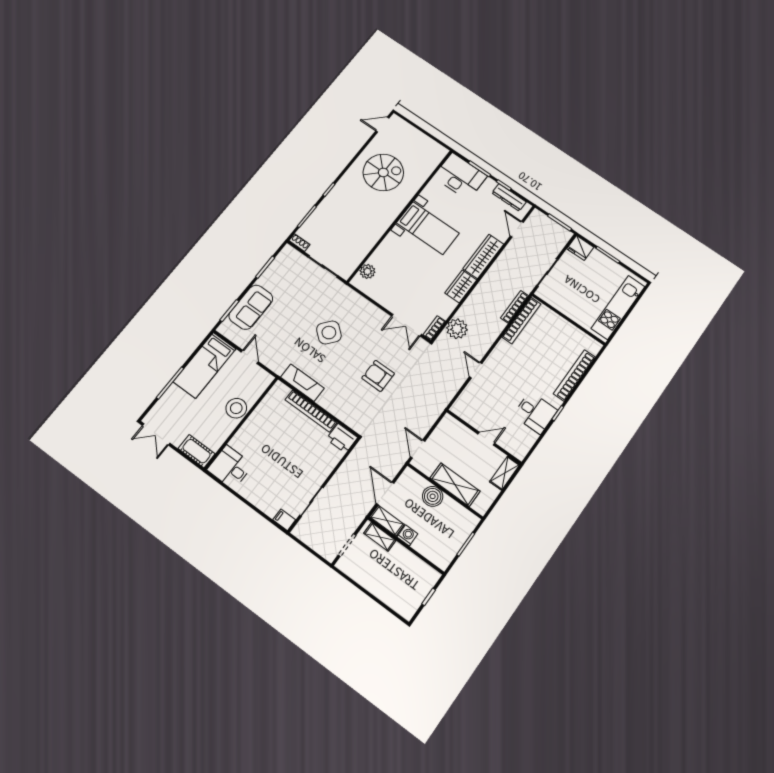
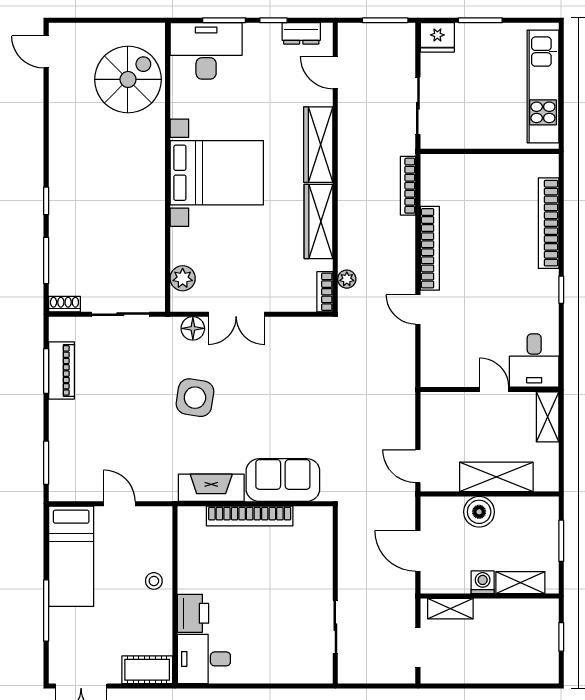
door: (382, 125) -> (46, 52), hinge flipped
spiral stairs: (383, 172) -> (128, 79), moved
dresser: (509, 197) -> (301, 33), width x0.70
bed with nightstands: (428, 228) -> (217, 173), width x1.36
piano: (273, 272) -> (61, 370), added
wardrobe: (461, 286) -> (319, 221), width x1.50
floor lamp: (354, 299) -> (193, 328), added
sofa: (251, 307) -> (283, 480), moved, turned -90
bookcase: (521, 320) -> (430, 248), moved
double door: (407, 325) -> (236, 314), moved
plant: (457, 329) -> (347, 279), width x0.53, depth x0.53
side table: (329, 333) -> (195, 398), turned -31
armchair: (378, 376) -> (300, 408), removed
stool: (236, 408) -> (154, 581), width x0.53, depth x0.53
desk: (535, 413) -> (534, 360), moved, turned 90
printer: (342, 438) -> (193, 613), moved, turned -90
door: (486, 439) -> (494, 390), hinge flipped
filing cabinet: (284, 520) -> (319, 673), removed
shelving: (387, 521) -> (520, 583), moved

